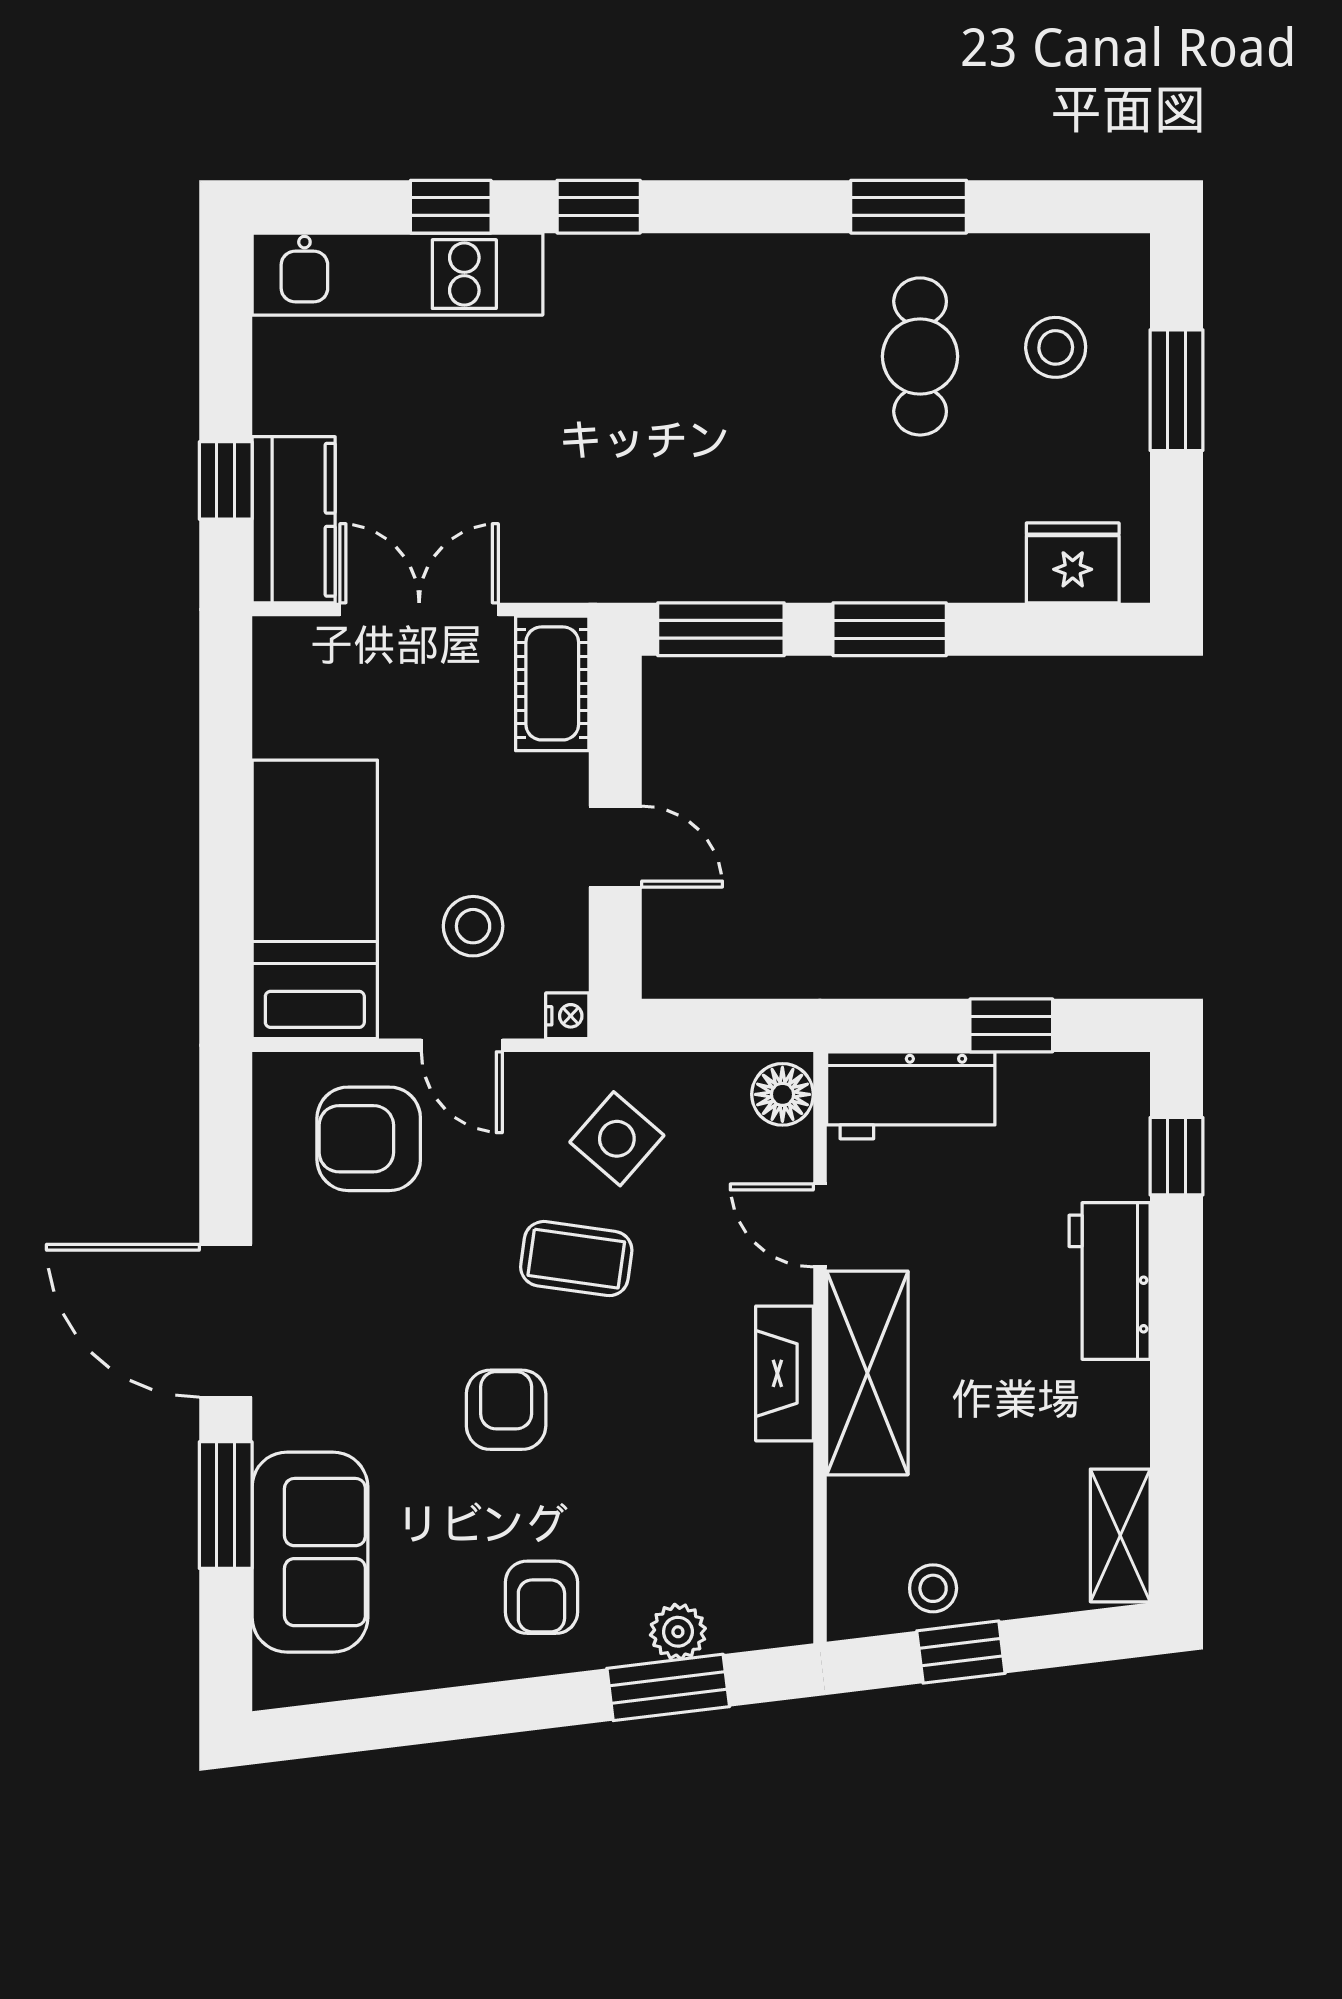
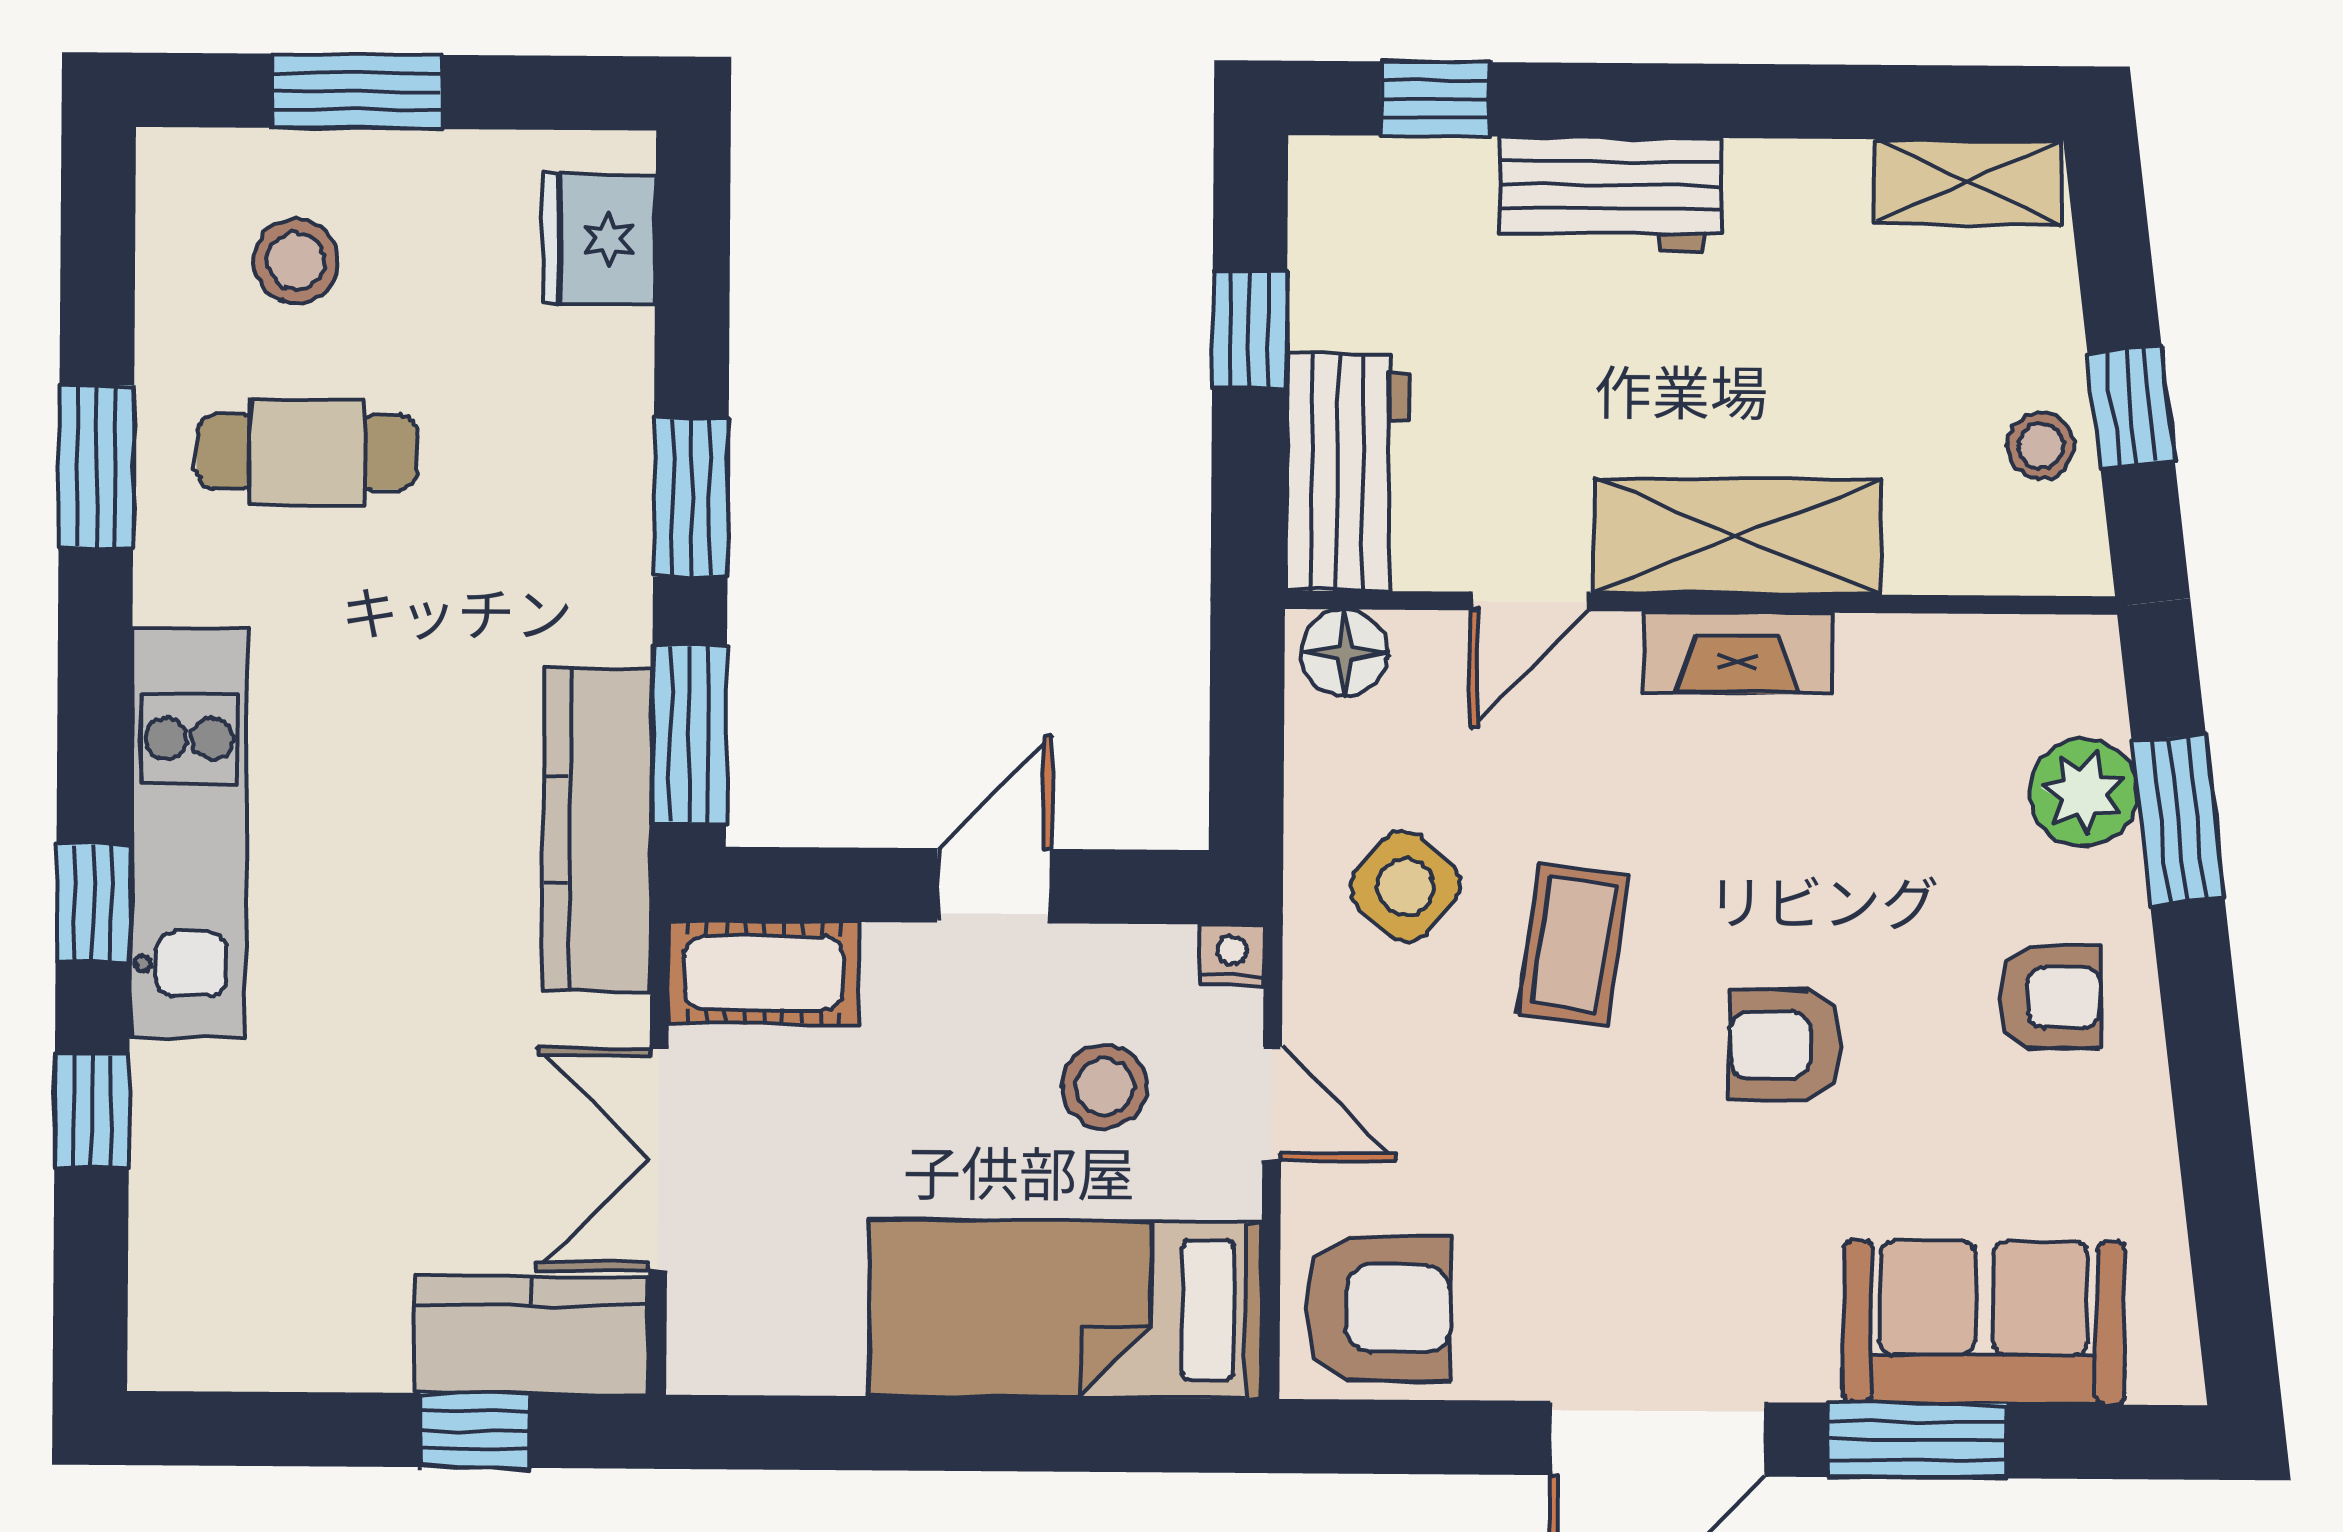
kitchen unit: (397, 274) -> (189, 833), moved
kitchen counter: (653, 564) -> (597, 830), added
door: (462, 1045) -> (1272, 1104), hinge flipped
armchair: (369, 1139) -> (1378, 1309), moved, turned -90
plant: (678, 1632) -> (2083, 792), width x1.38, depth x1.38

